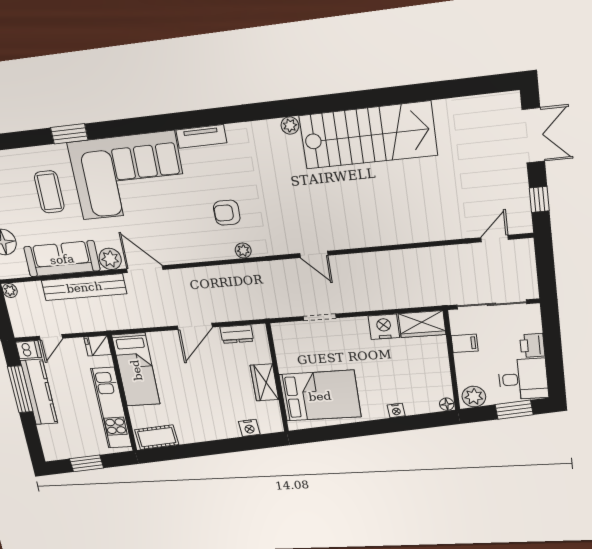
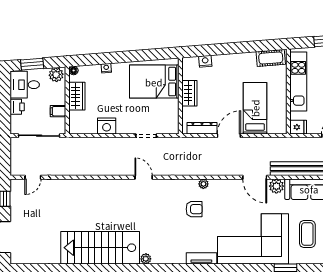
plant: (243, 250) -> (203, 184), moved
wardrobe: (422, 324) -> (77, 96), moved, turned 90
dresser: (237, 334) -> (202, 128), width x1.44
bed: (136, 370) -> (255, 108), moved

